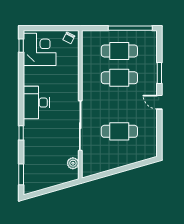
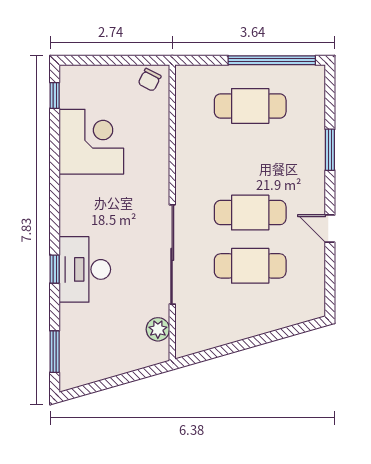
corner desk: (40, 49) -> (91, 142), moved
cafe table: (119, 78) -> (250, 213), moved
door: (159, 102) -> (330, 229), moved
desk: (36, 103) -> (85, 269), moved

